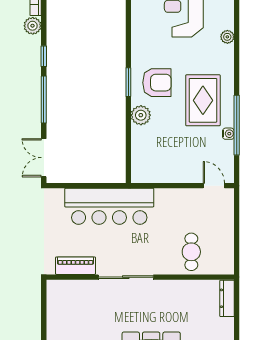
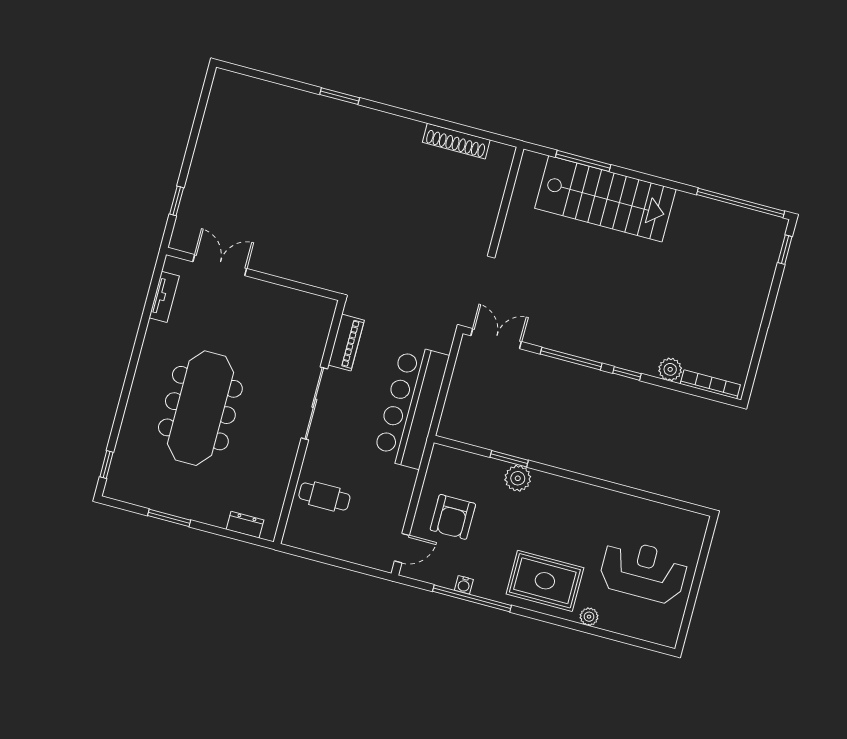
window: (128, 82) -> (509, 459), moved
armchair: (157, 83) -> (453, 517), moved
rug: (203, 100) -> (545, 581), moved
dresser: (227, 298) -> (245, 525), width x0.70

